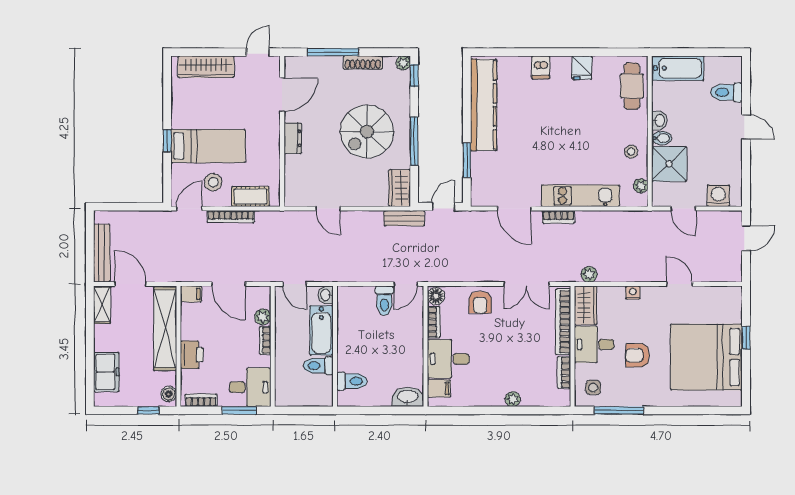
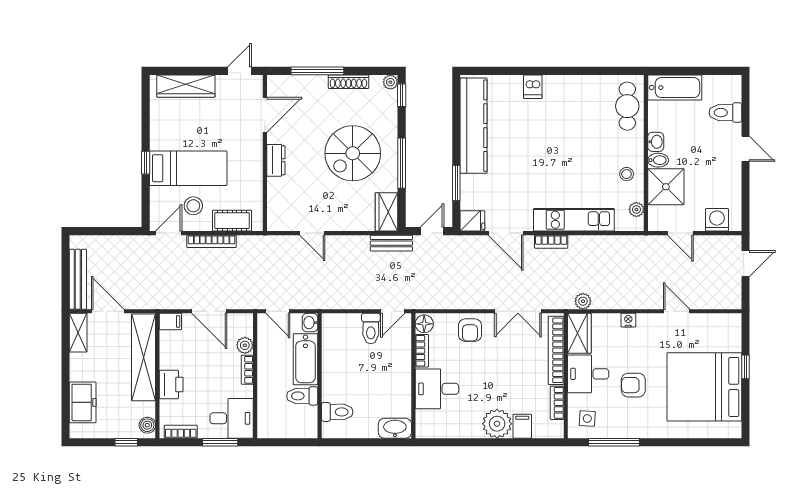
fridge: (582, 68) -> (472, 221), moved, turned -90
filing cabinet: (439, 388) -> (522, 426), moved, turned -90
plant: (513, 399) -> (497, 424), width x1.87, depth x1.87

